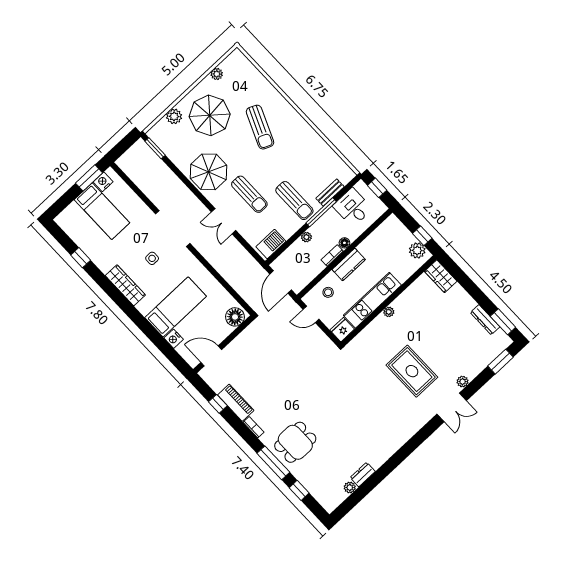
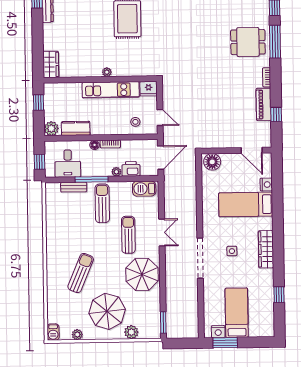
barbecue: (238, 58) -> (53, 332), added
printer: (297, 250) -> (131, 169), added
plant: (417, 250) -> (51, 129), moved
kitchen counter: (349, 265) -> (76, 128), moved

